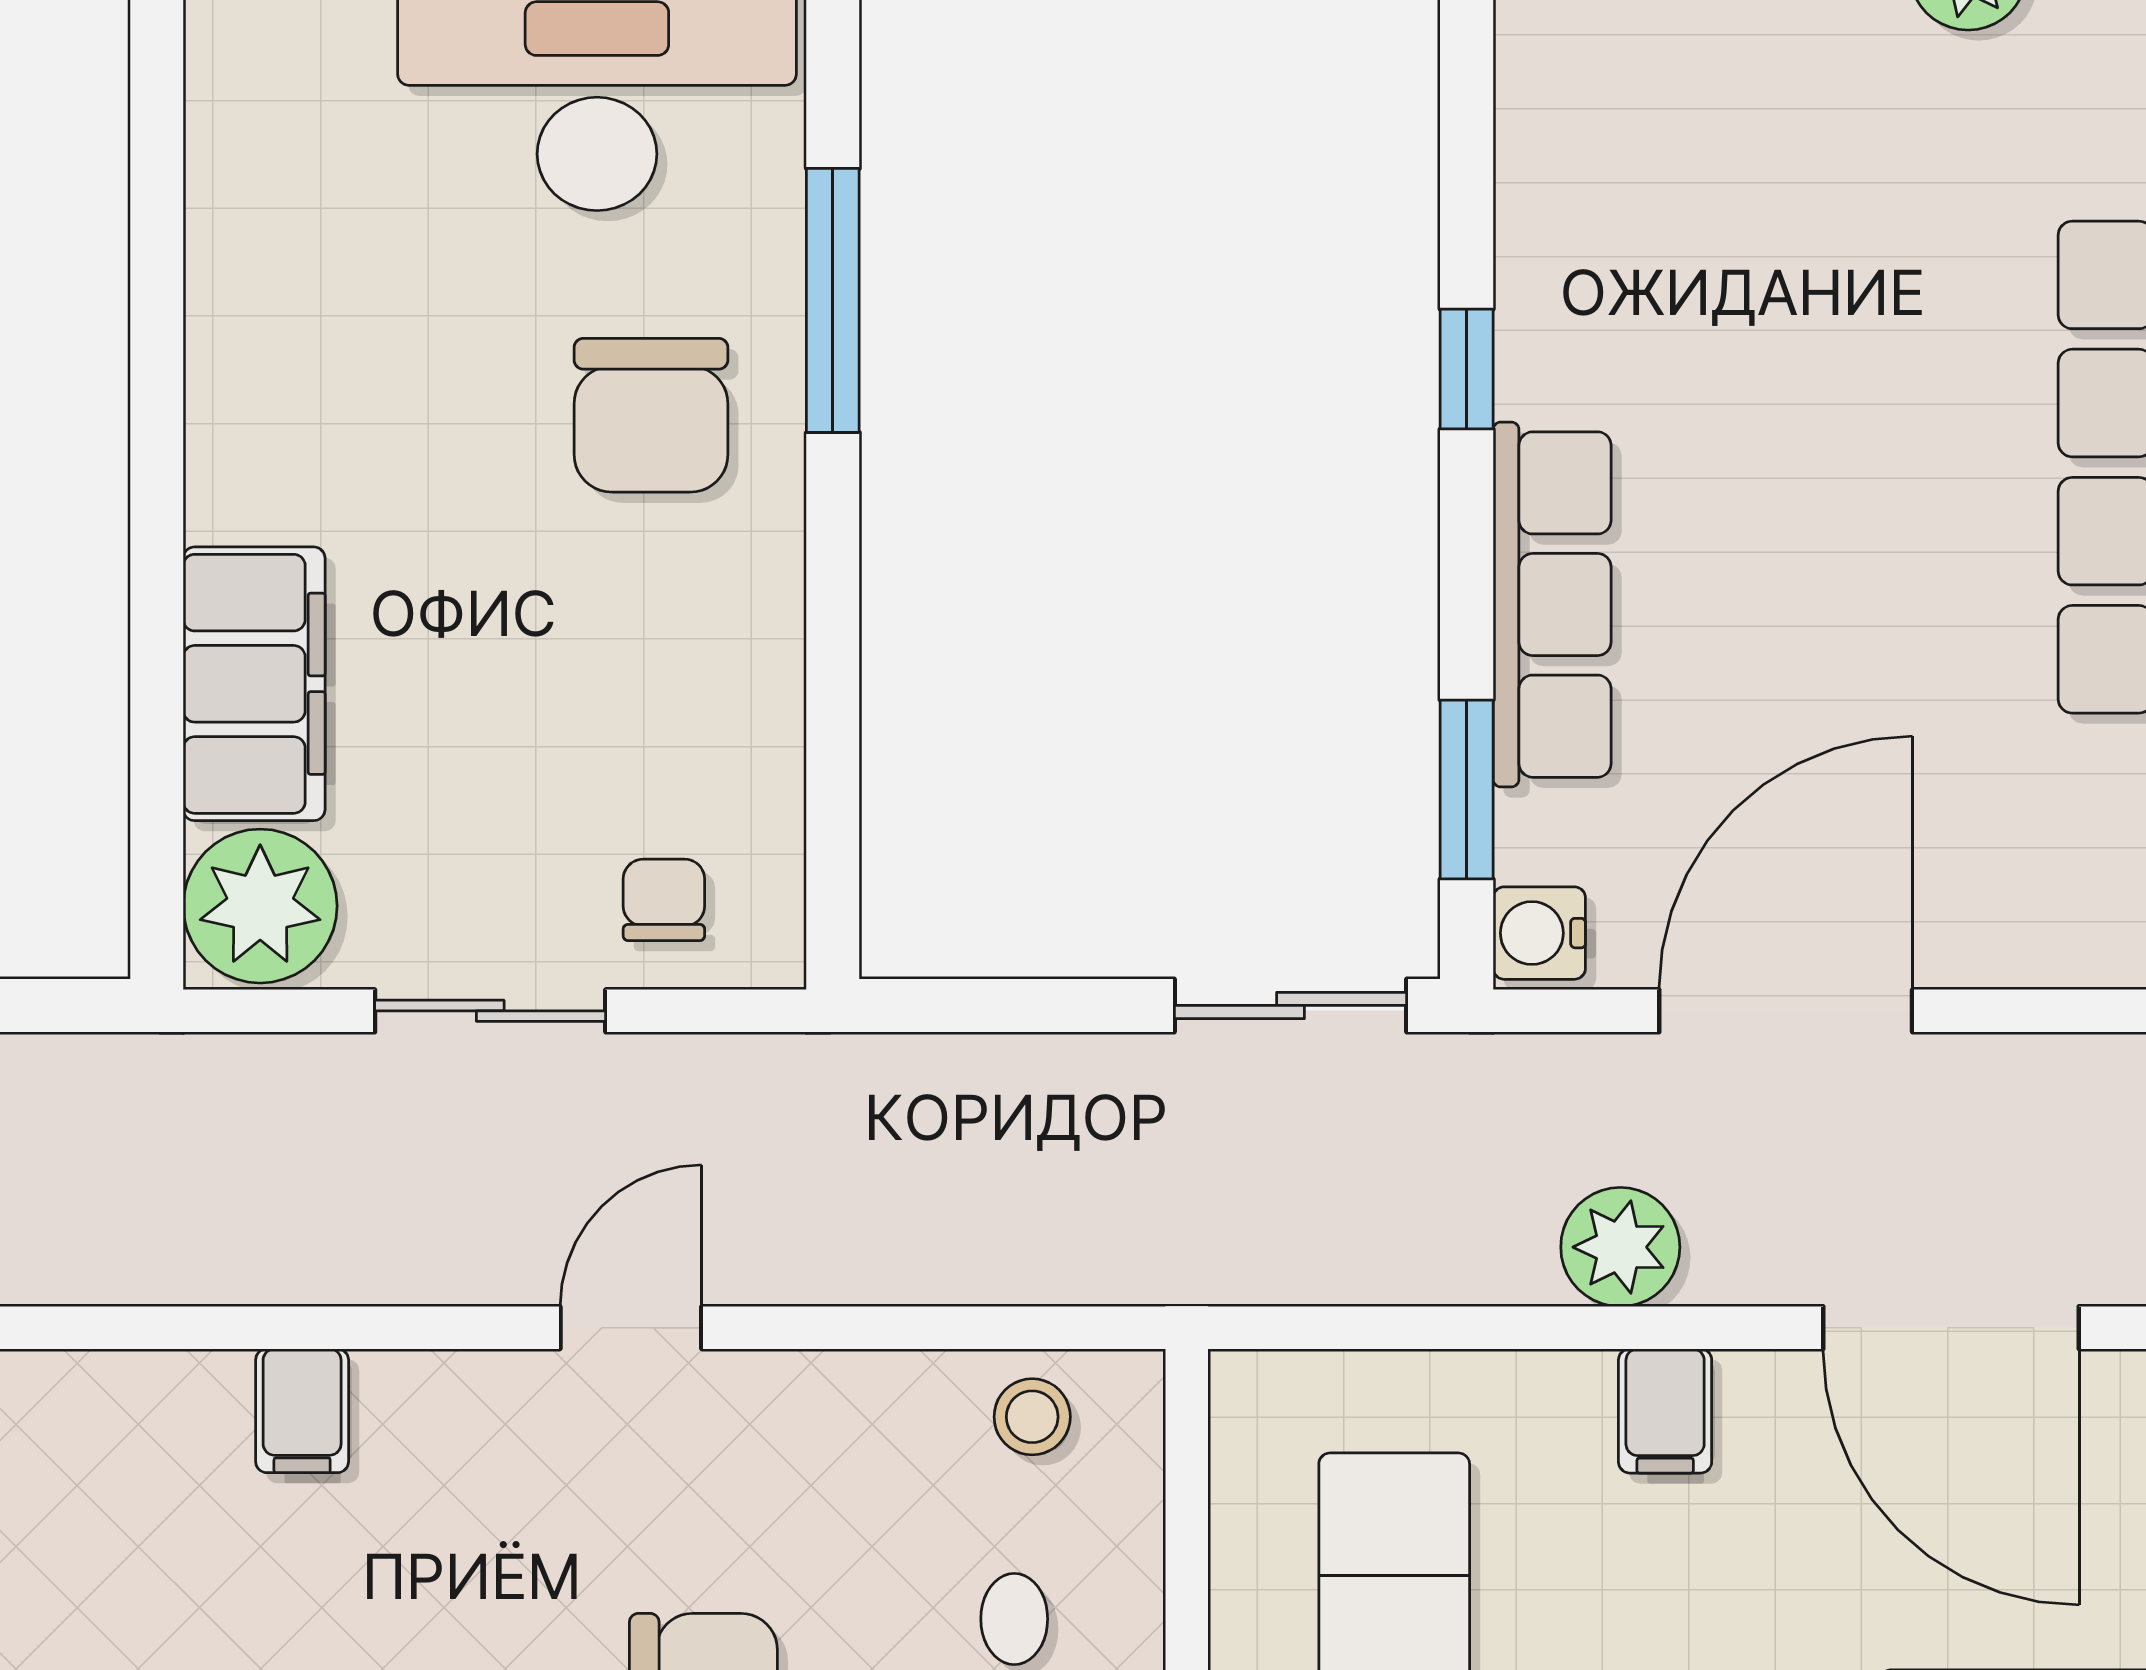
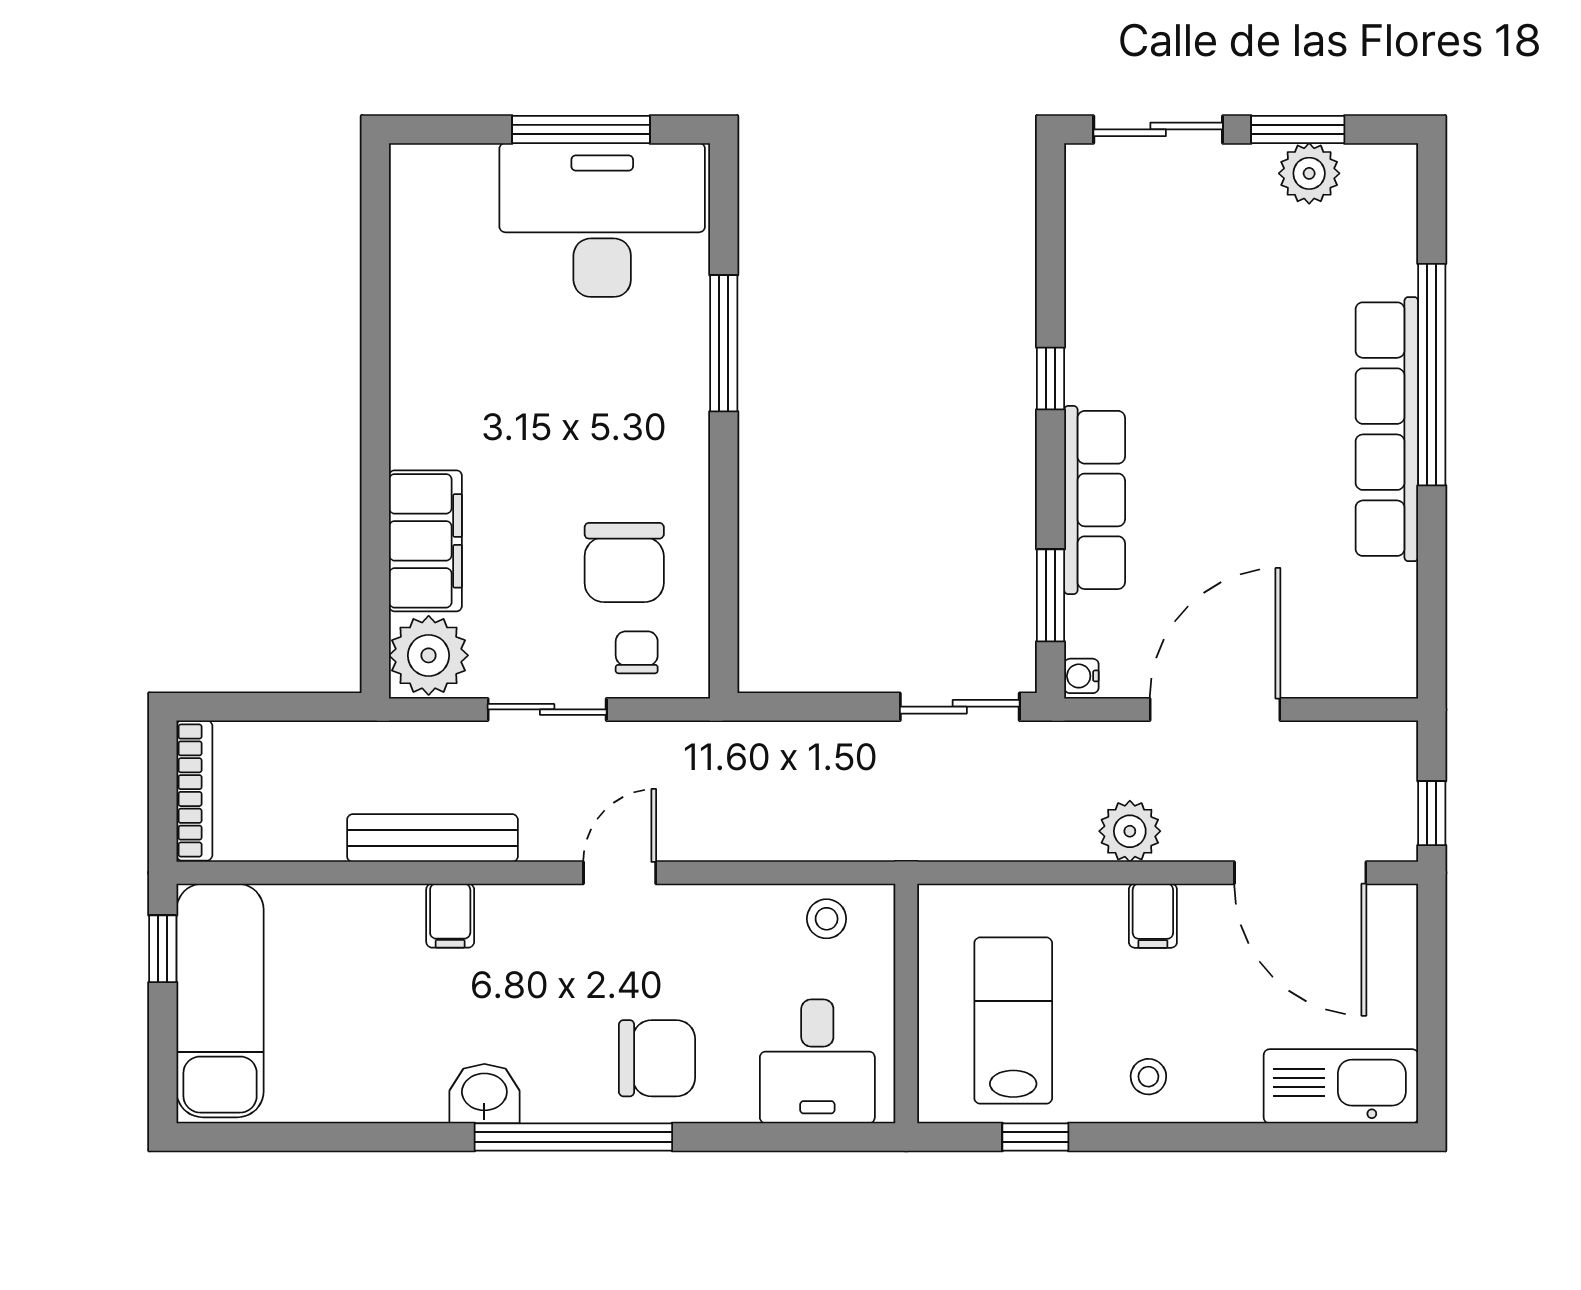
chair: (651, 415) -> (624, 562), moved
water cooler: (1539, 933) -> (1081, 676), width x0.72, depth x0.72
bench: (268, 1260) -> (432, 838), added

